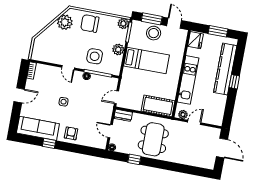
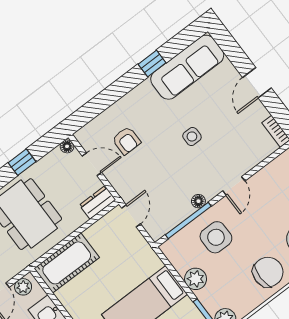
door: (68, 68) -> (234, 186), swing flipped
armchair: (71, 133) -> (126, 141), moved

